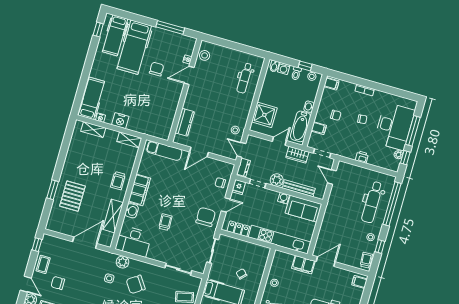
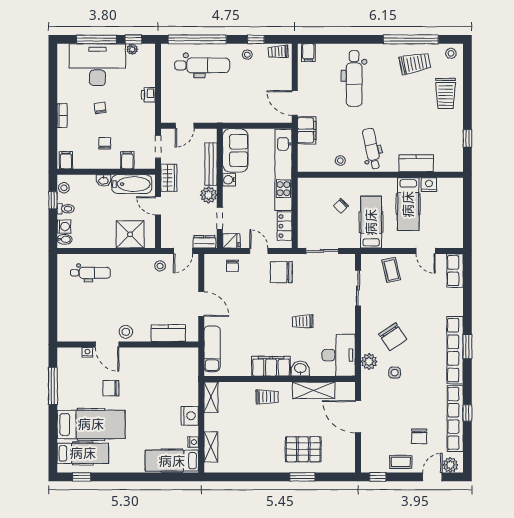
stool: (205, 55) -> (126, 332), moved

